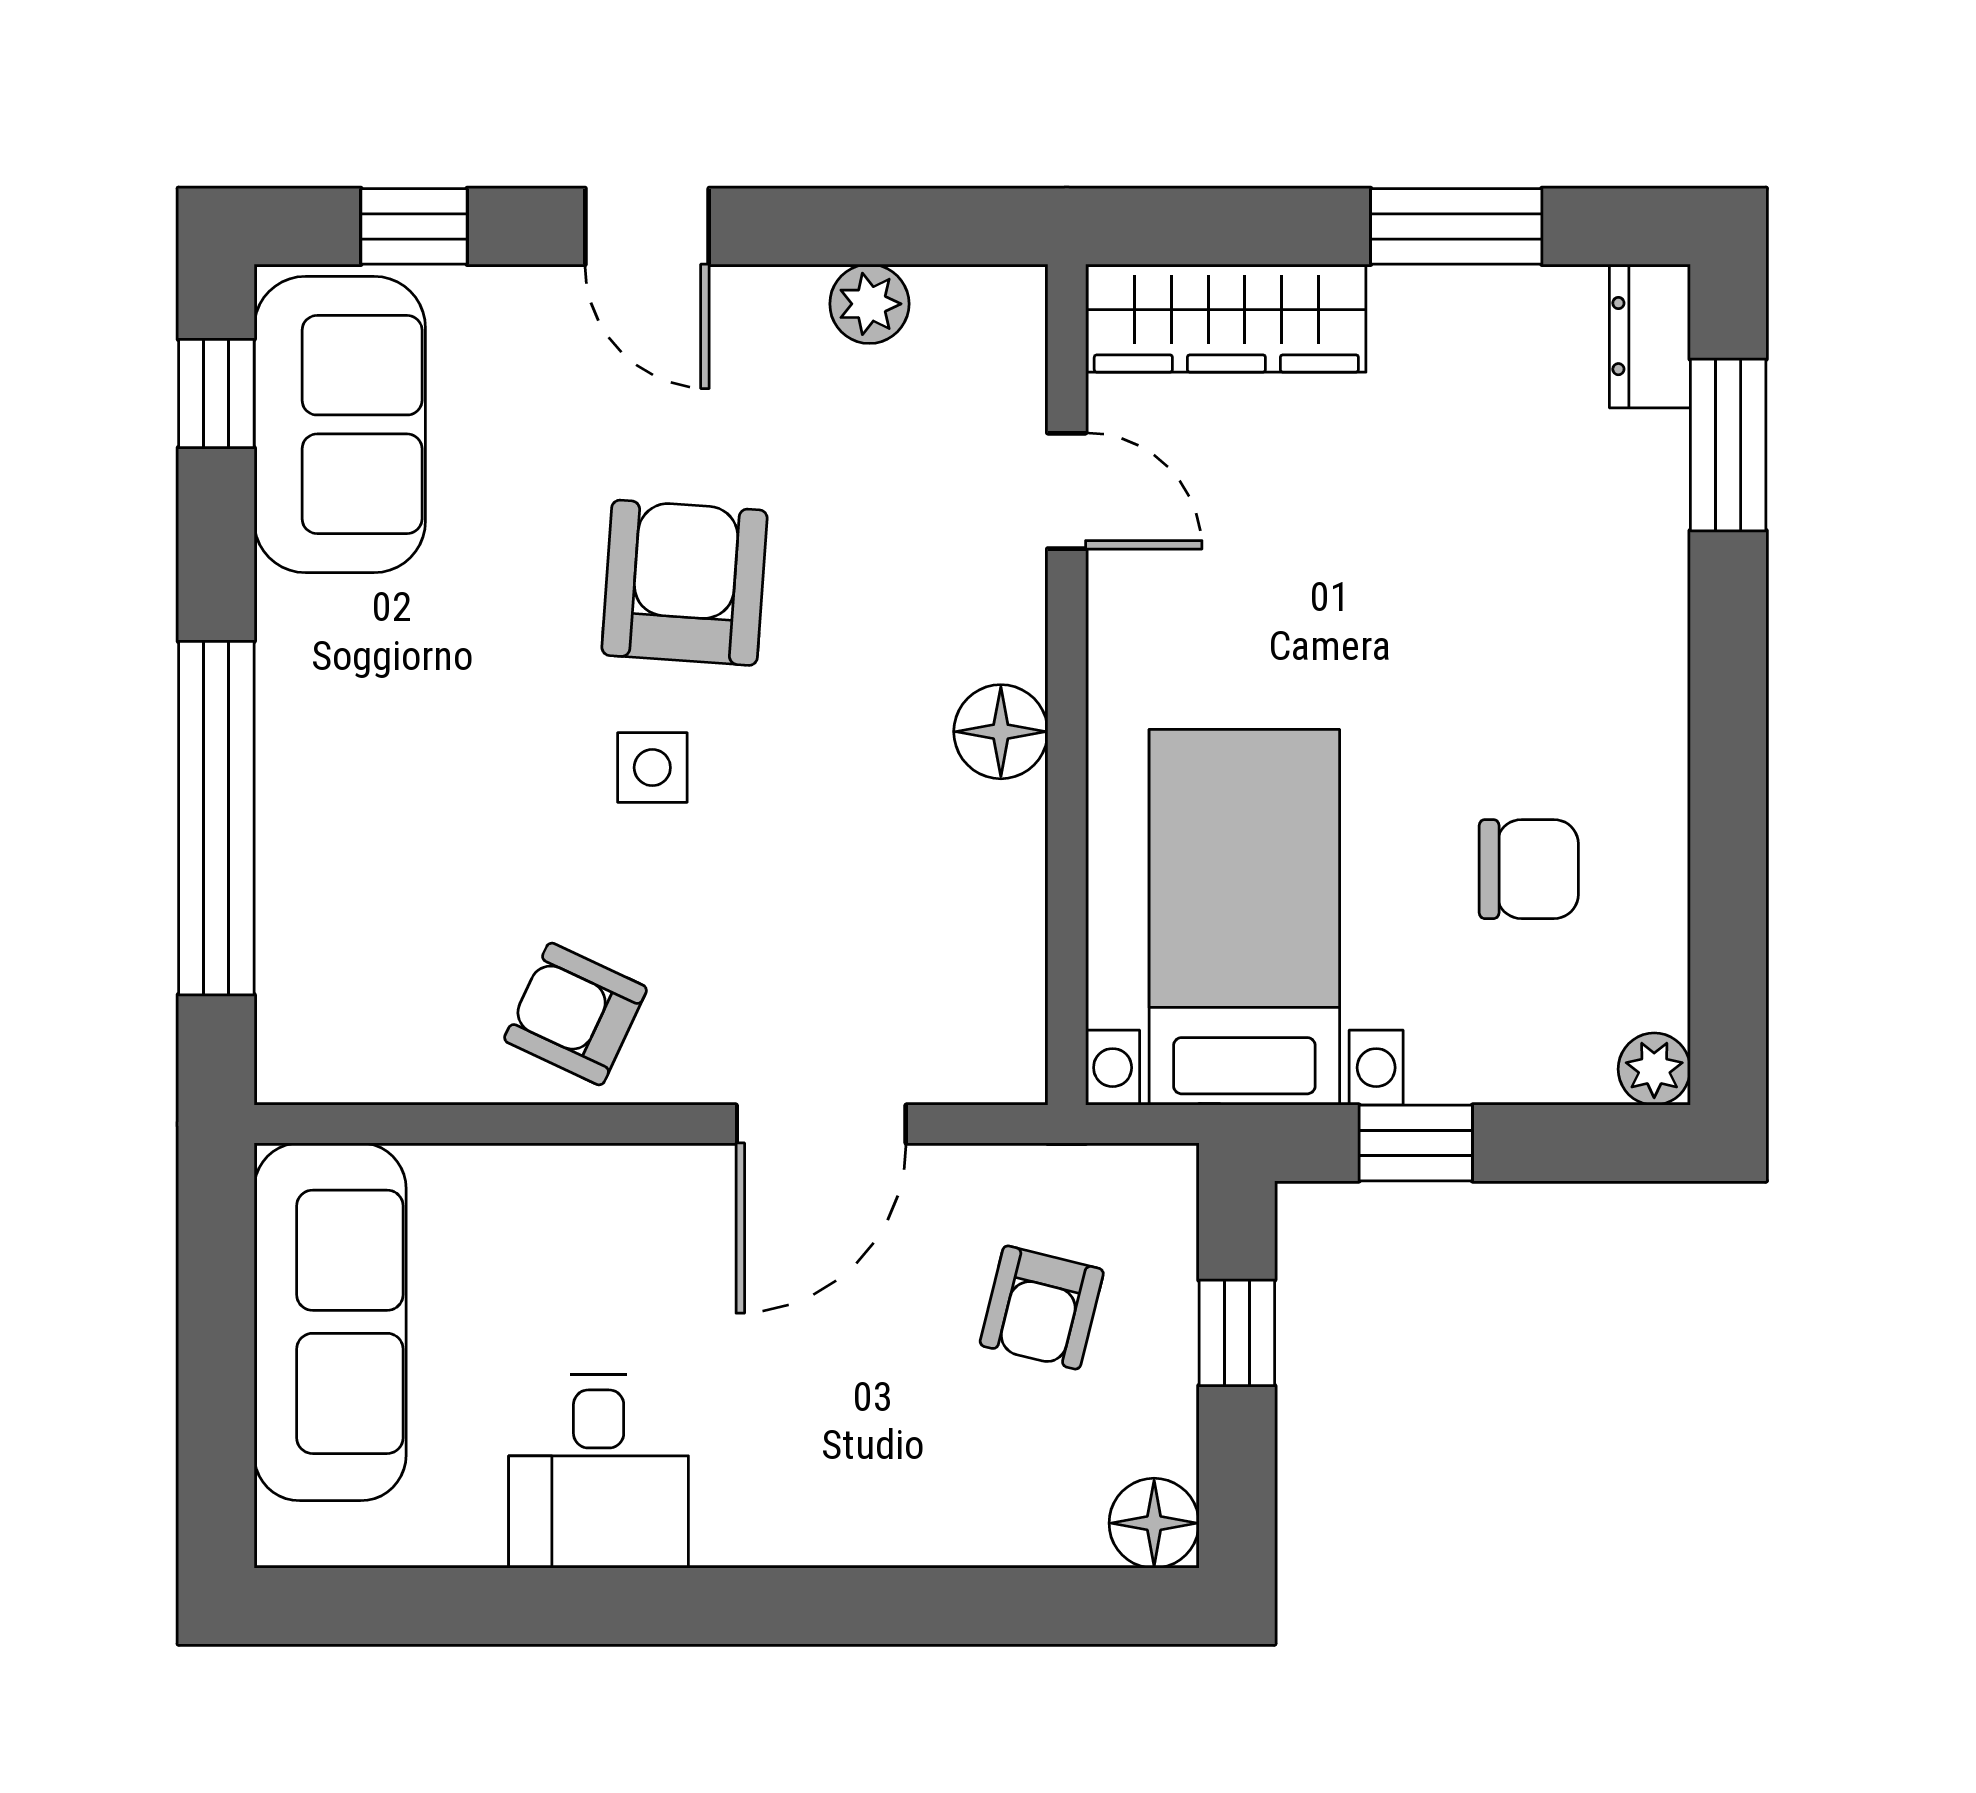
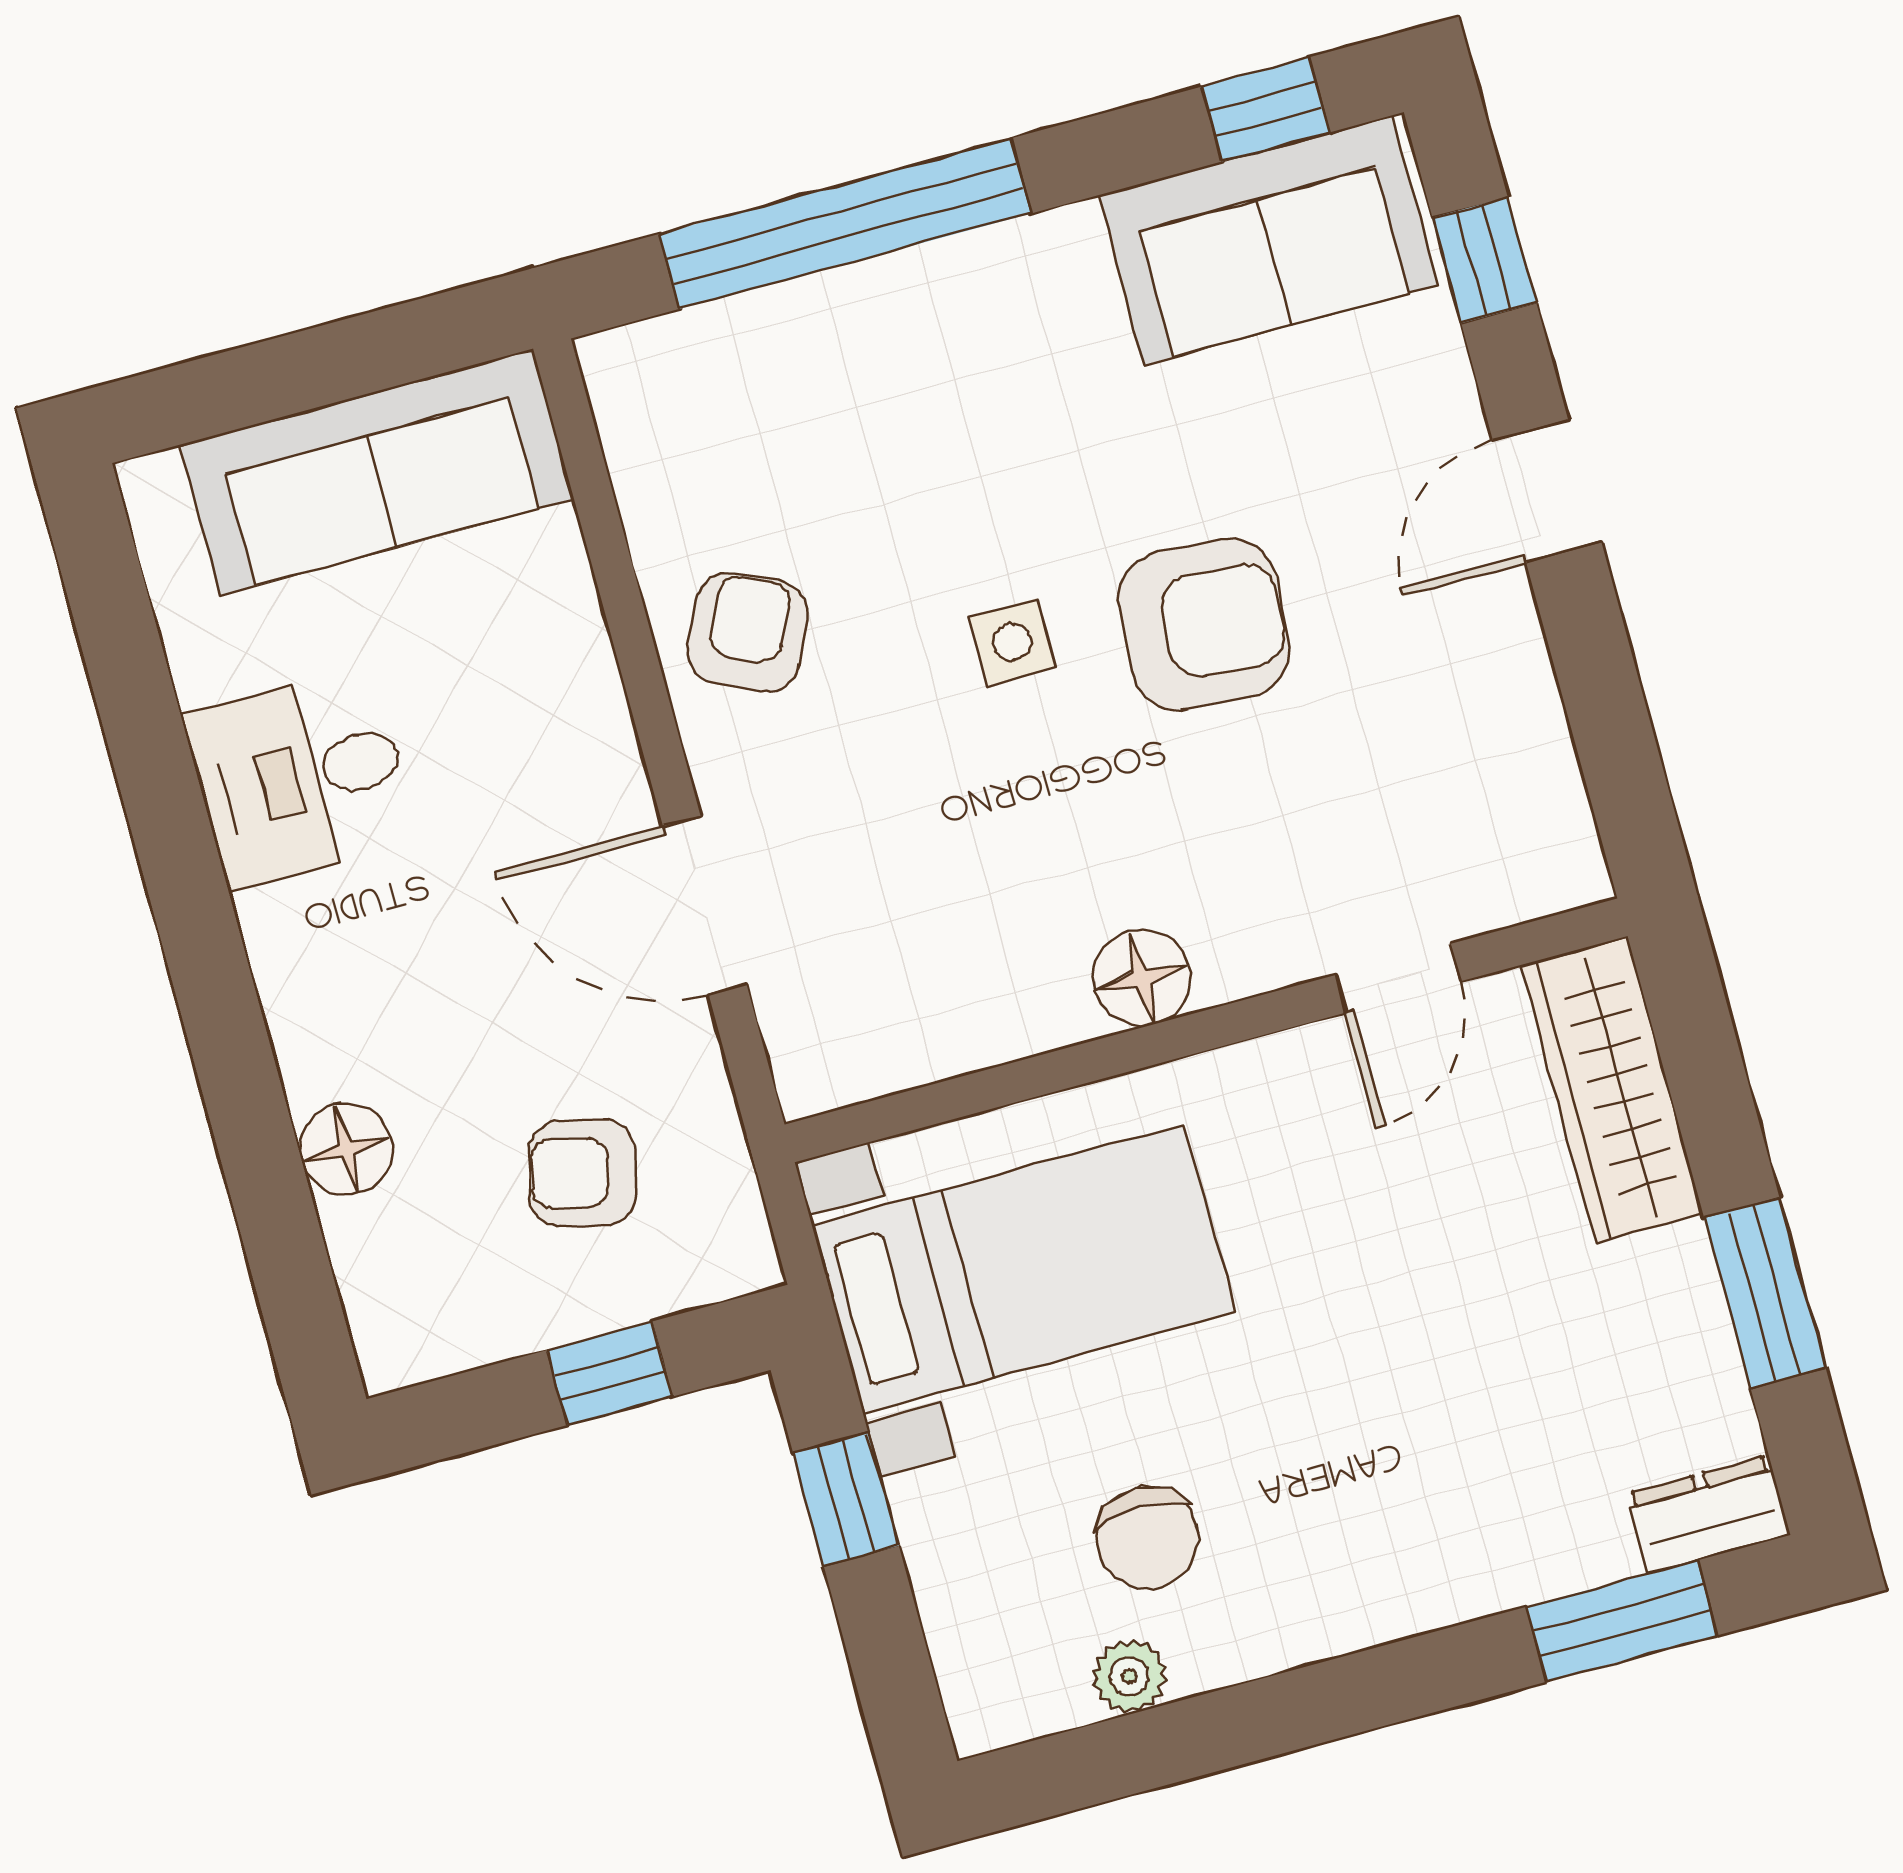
plant: (869, 304) -> (1530, 732), removed
plant: (1654, 1069) -> (1129, 1676), moved
floor lamp: (1154, 1523) -> (346, 1149), moved

